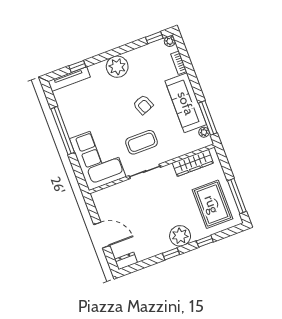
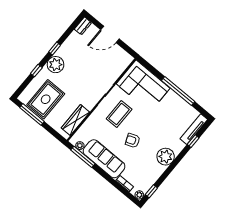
rug: (212, 204) -> (46, 99), turned 90

